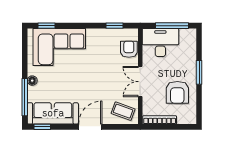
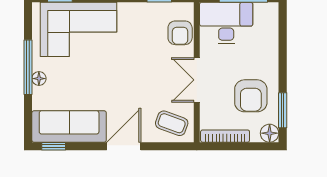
armchair: (129, 49) -> (180, 33), turned 180
window: (199, 72) -> (283, 110), moved
window: (25, 97) -> (28, 67), moved
floor lamp: (190, 118) -> (270, 133), added

